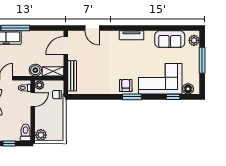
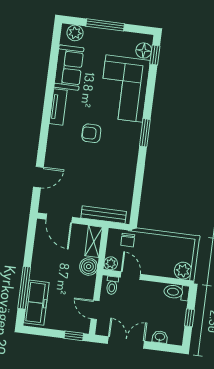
tv unit: (132, 35) -> (58, 107), moved
armchair: (126, 86) -> (91, 133), moved
window: (173, 97) -> (155, 55), moved

